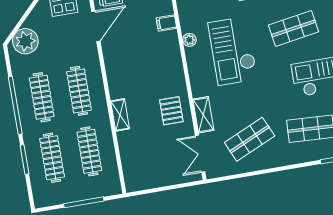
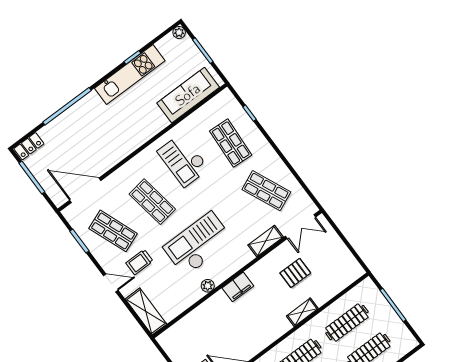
filing cabinet: (166, 23) -> (238, 287), moved, width x2.00
checkout: (233, 51) -> (198, 244), turned 180
pallet: (171, 111) -> (295, 273), moved

